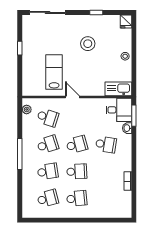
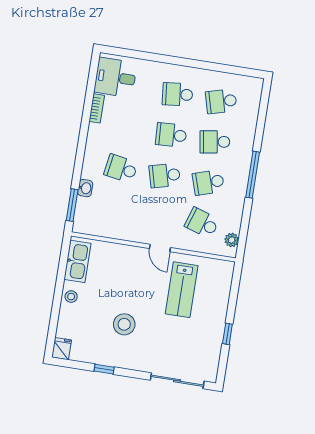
kitchen sink: (118, 89) -> (77, 261), moved, turned -90
desk: (119, 110) -> (115, 77), moved

